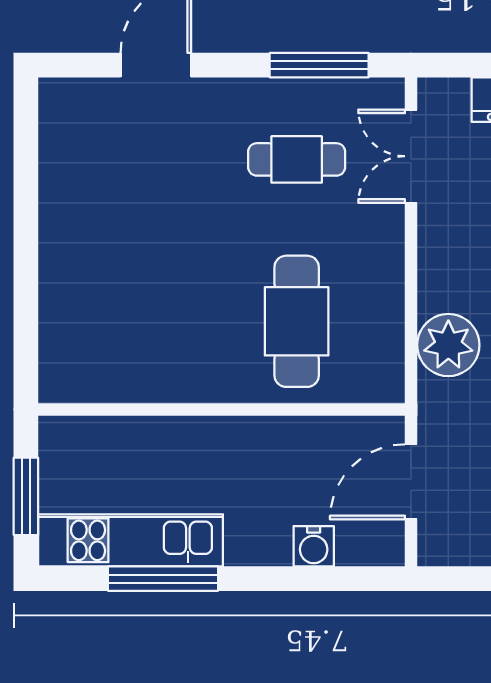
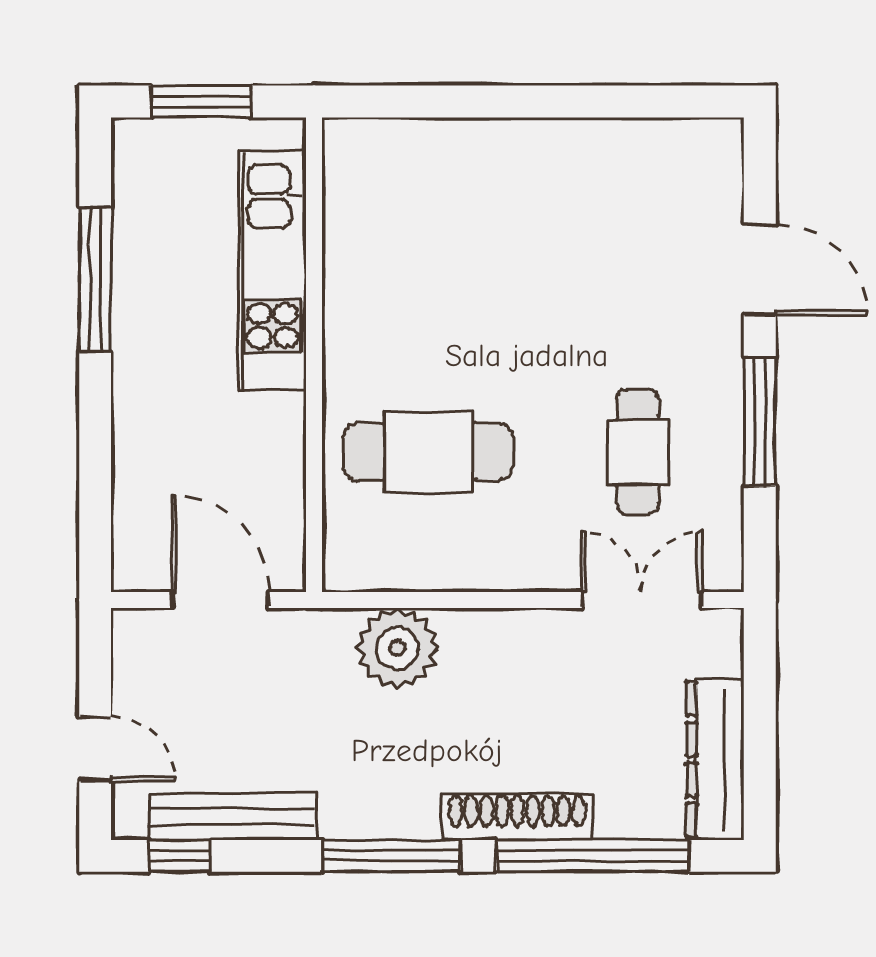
window: (319, 65) -> (760, 422), moved
kitchen unit: (131, 540) -> (272, 271), moved, turned 180
water cooler: (314, 546) -> (137, 474), removed

